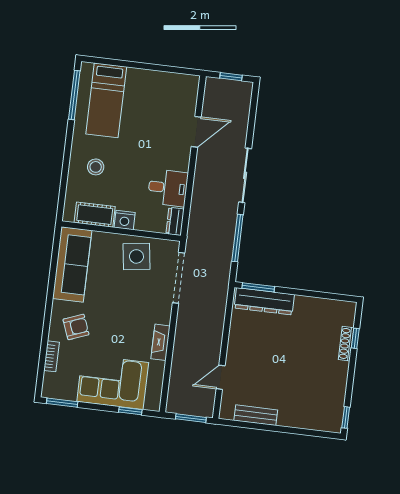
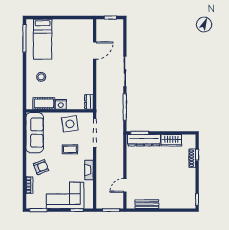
desk: (168, 188) -> (83, 84), removed
coffee table: (131, 302) -> (70, 149), added
wardrobe: (313, 307) -> (171, 140), added

